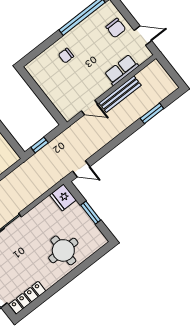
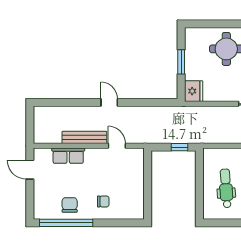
chair: (116, 28) -> (70, 205), moved
window: (152, 113) -> (71, 102), removed
door: (81, 169) -> (109, 102), moved

